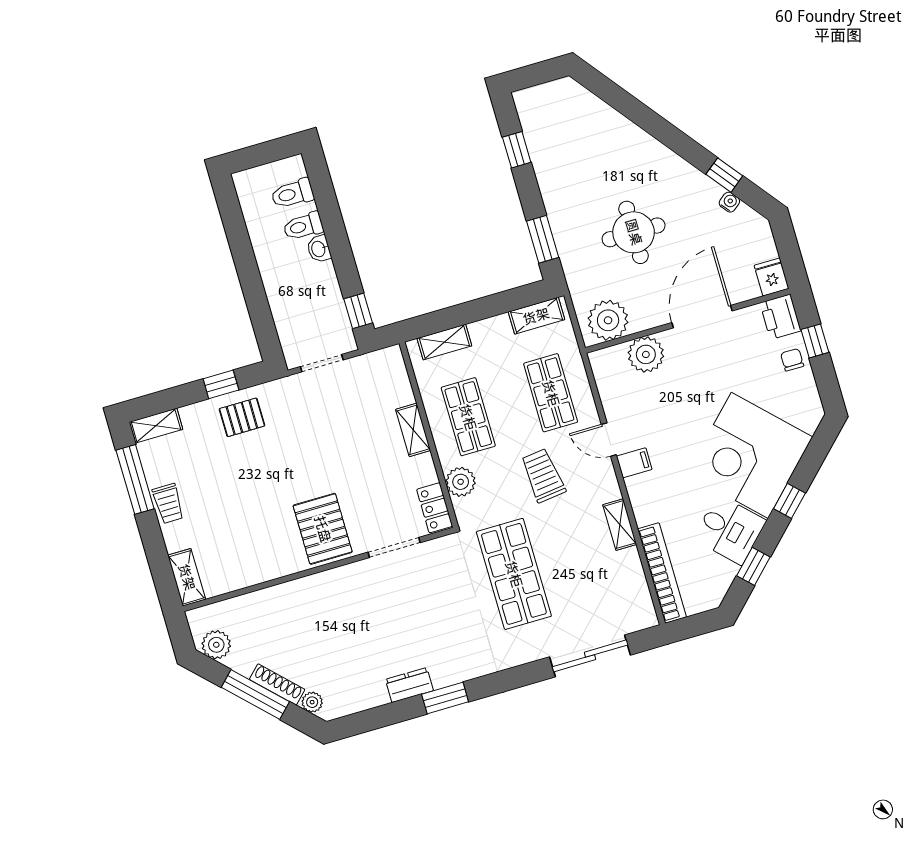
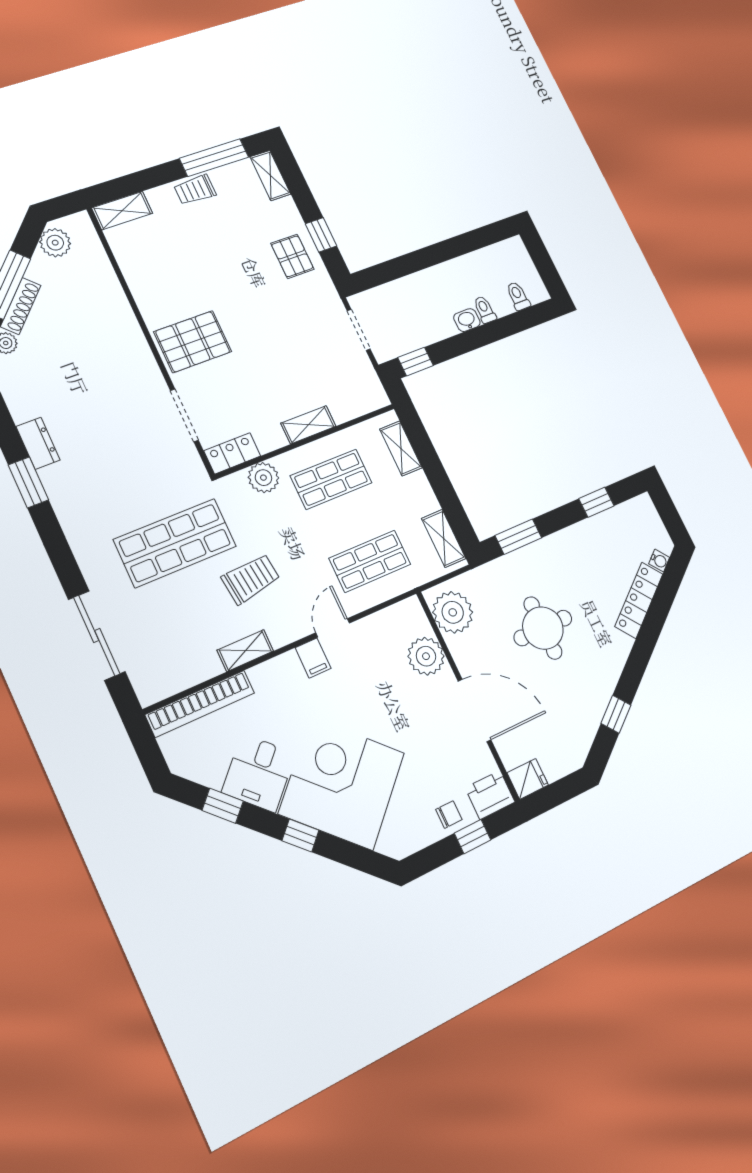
locker: (618, 126) -> (639, 600), added
toilet: (292, 194) -> (518, 296), width x0.73, depth x0.72
water cooler: (729, 202) -> (659, 561), moved
toilet: (303, 226) -> (485, 310), width x0.73, depth x0.72
trolley: (543, 475) -> (251, 579), moved

